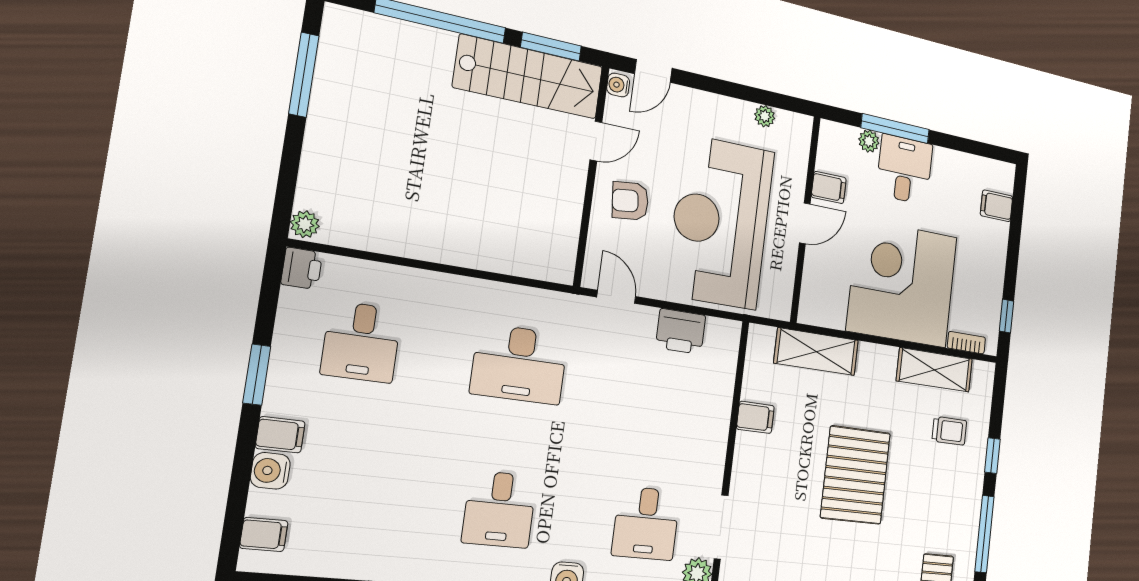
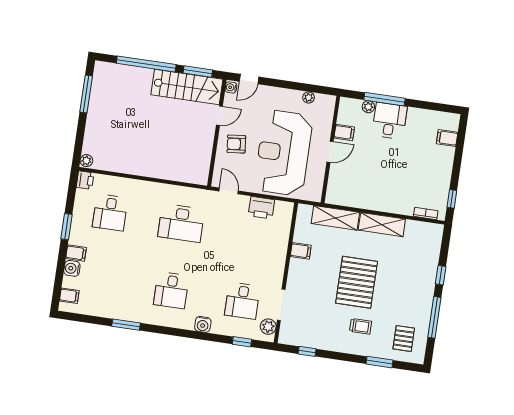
corner desk: (902, 283) -> (387, 182), removed
shelving: (934, 370) -> (382, 225), moved
trolley: (949, 431) -> (361, 326), moved

